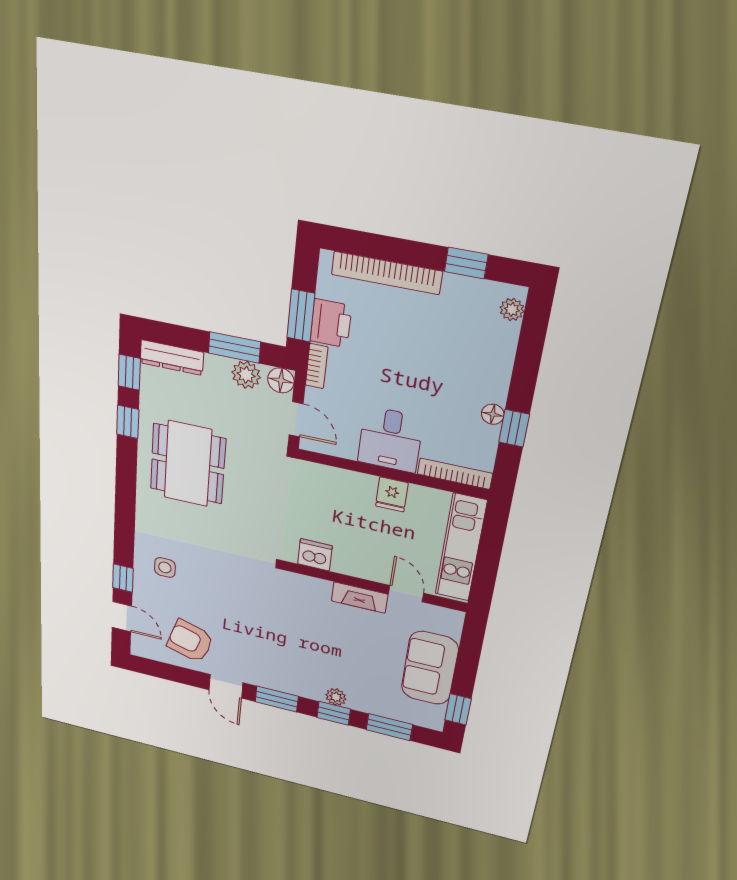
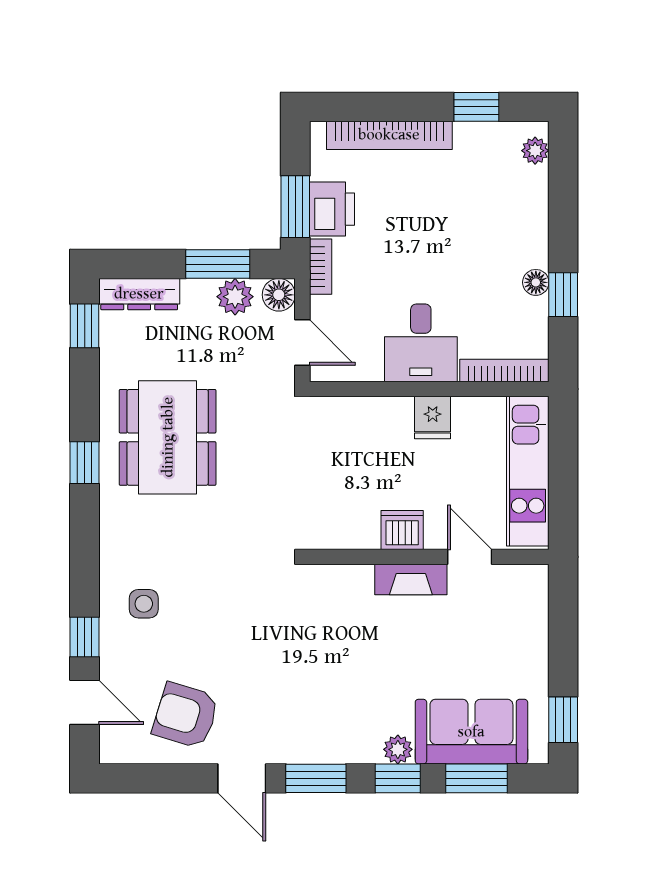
window: (128, 422) -> (85, 463), moved
dishwasher: (315, 555) -> (402, 530), moved
sofa: (430, 668) -> (471, 732), moved, turned 90

